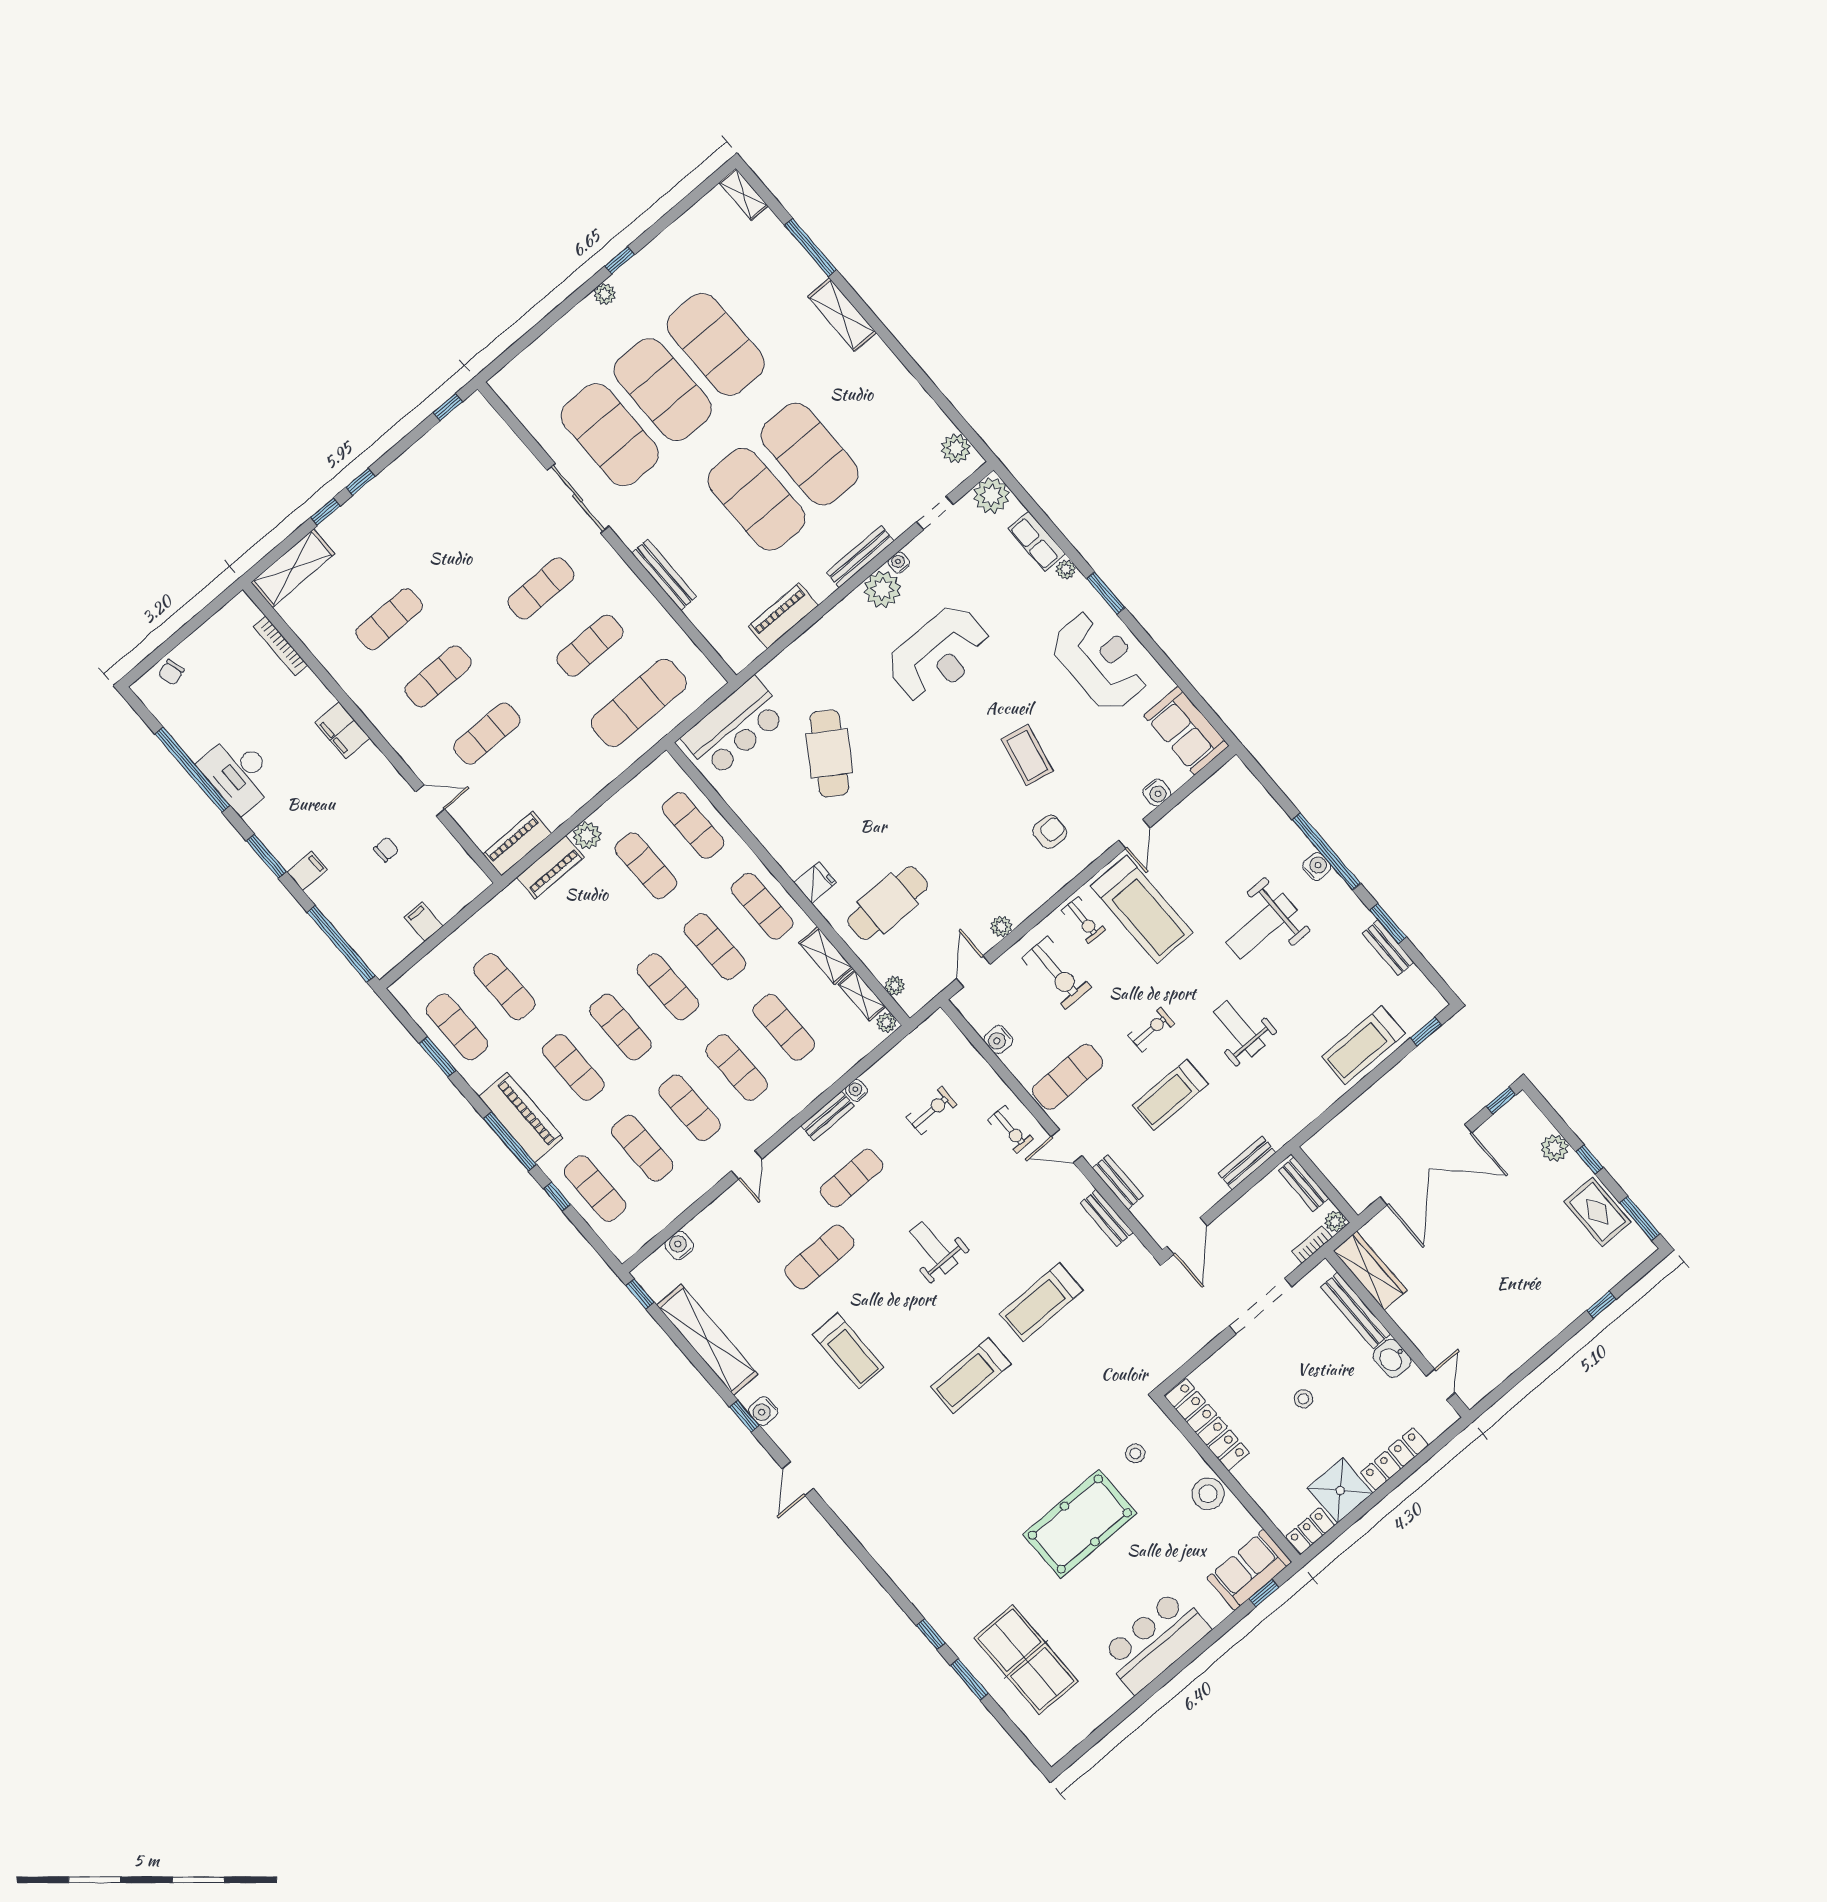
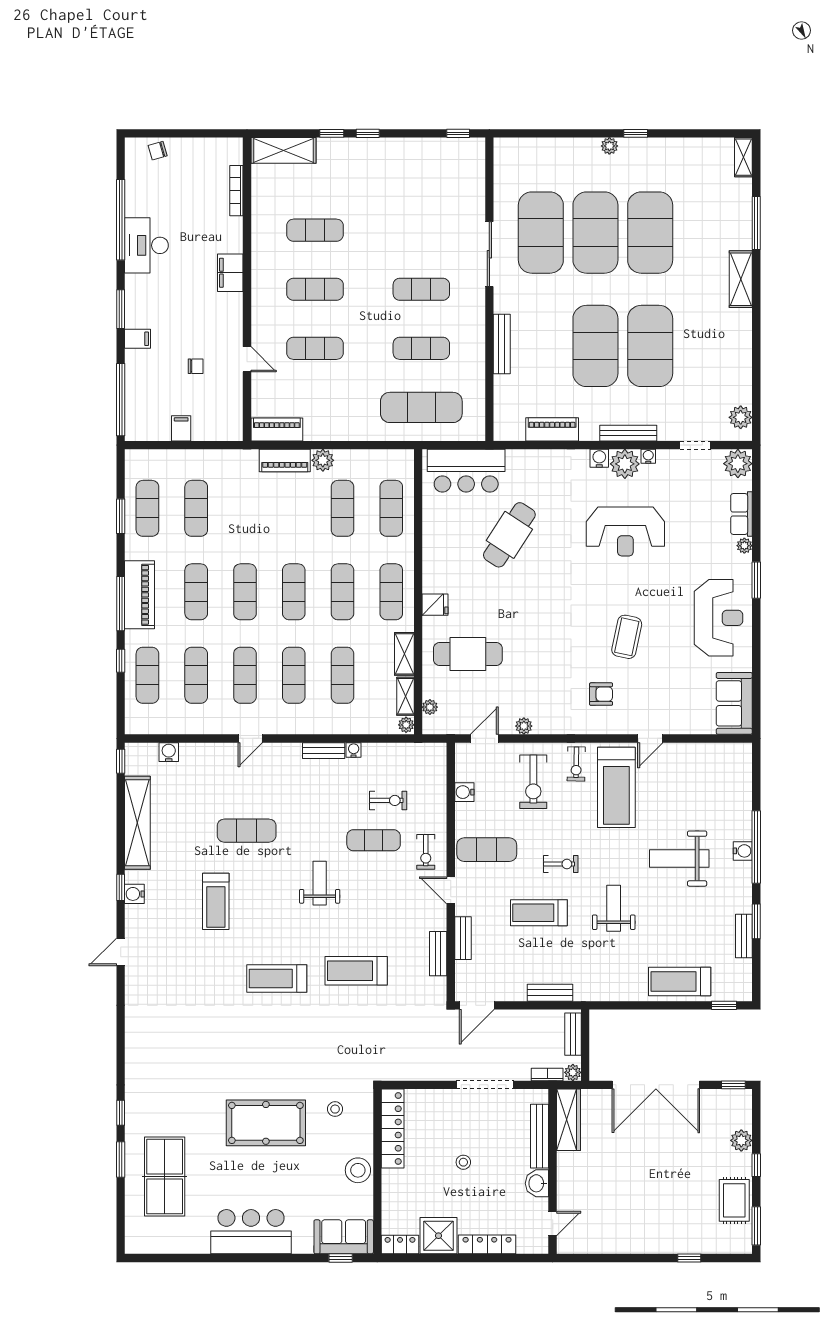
water cooler: (1157, 793) -> (599, 458), moved, turned 180
exercise mat: (851, 1178) -> (374, 840), moved

